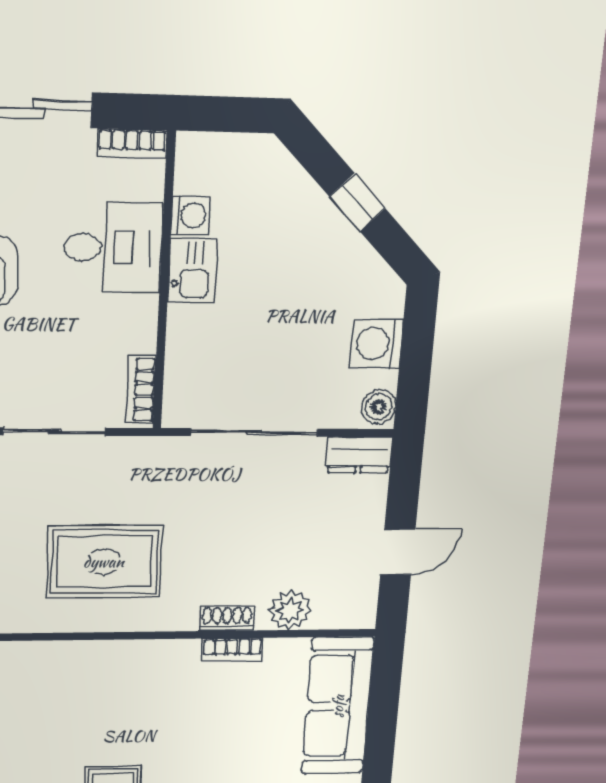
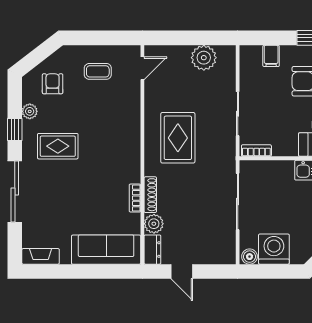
washing machine: (377, 344) -> (274, 249), width x1.37, depth x1.37
dresser: (359, 455) -> (152, 250), moved, turned 180
shoe rack: (227, 618) -> (150, 195), width x1.43

